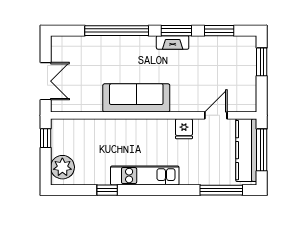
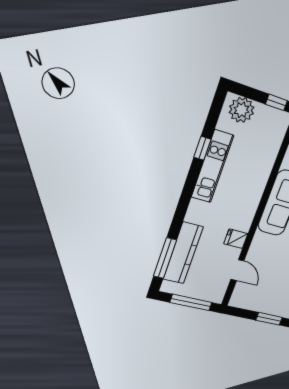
kitchen counter: (246, 150) -> (183, 253), moved, turned 90
kitchen unit: (145, 176) -> (212, 167), moved

